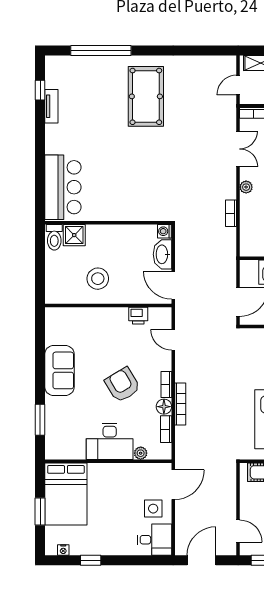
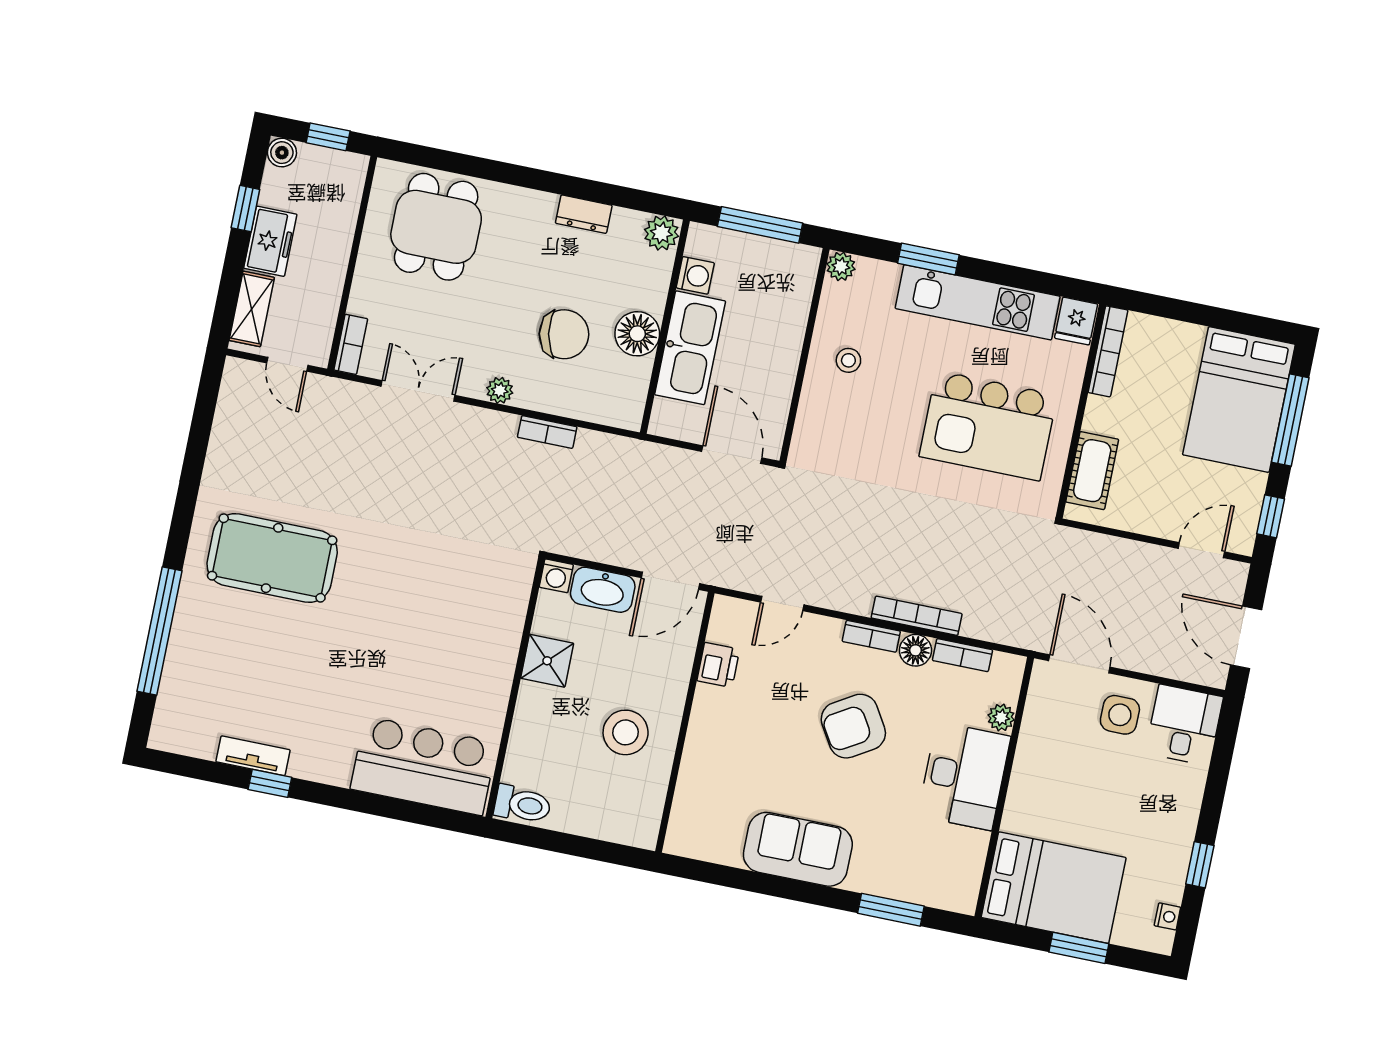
window: (40, 90) -> (270, 783), moved
shower: (74, 235) -> (547, 661), moved

